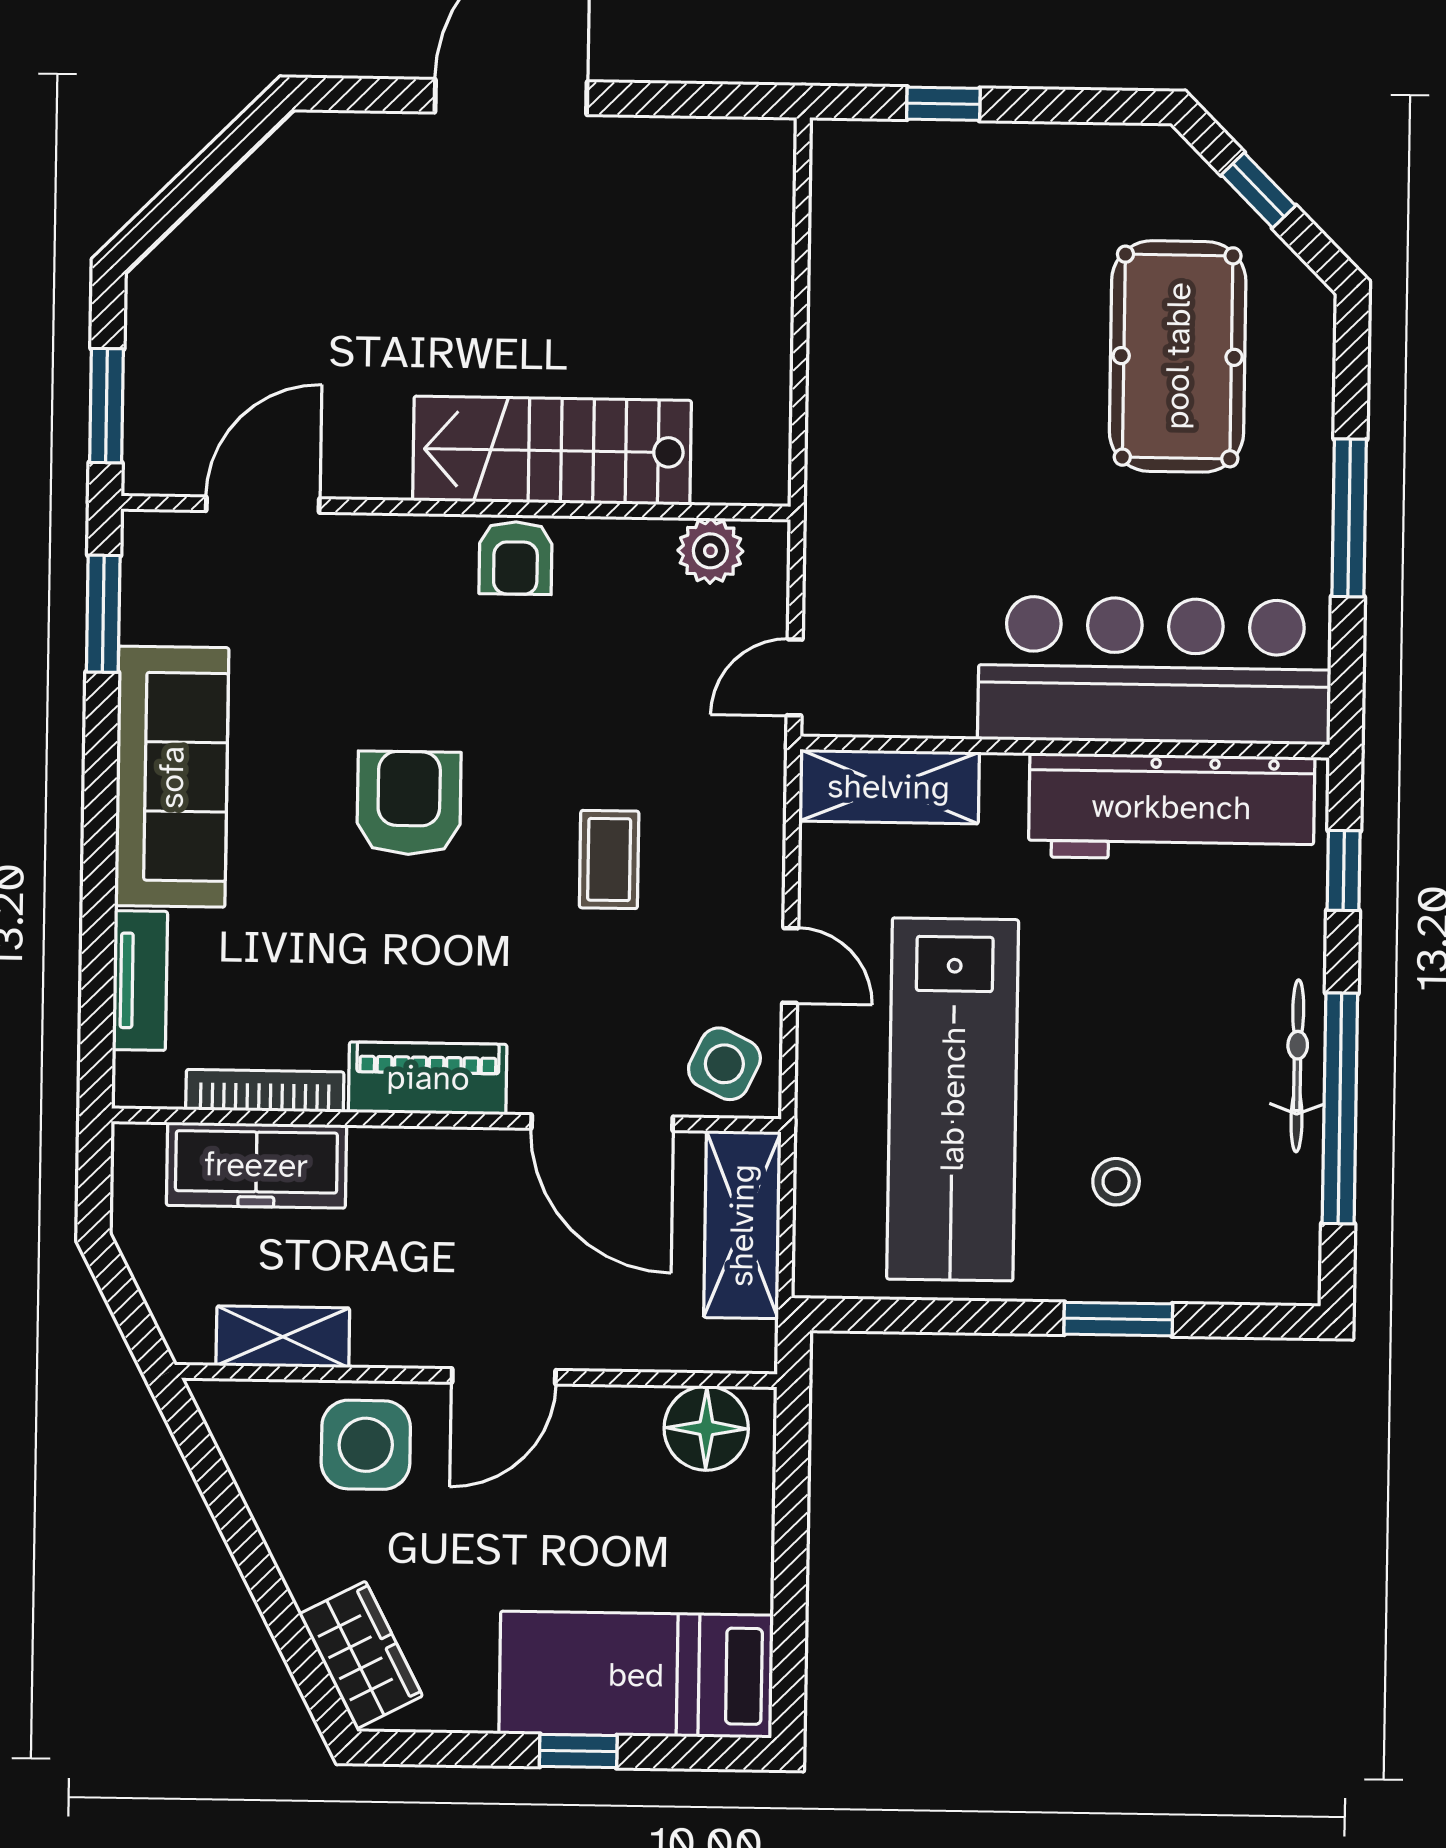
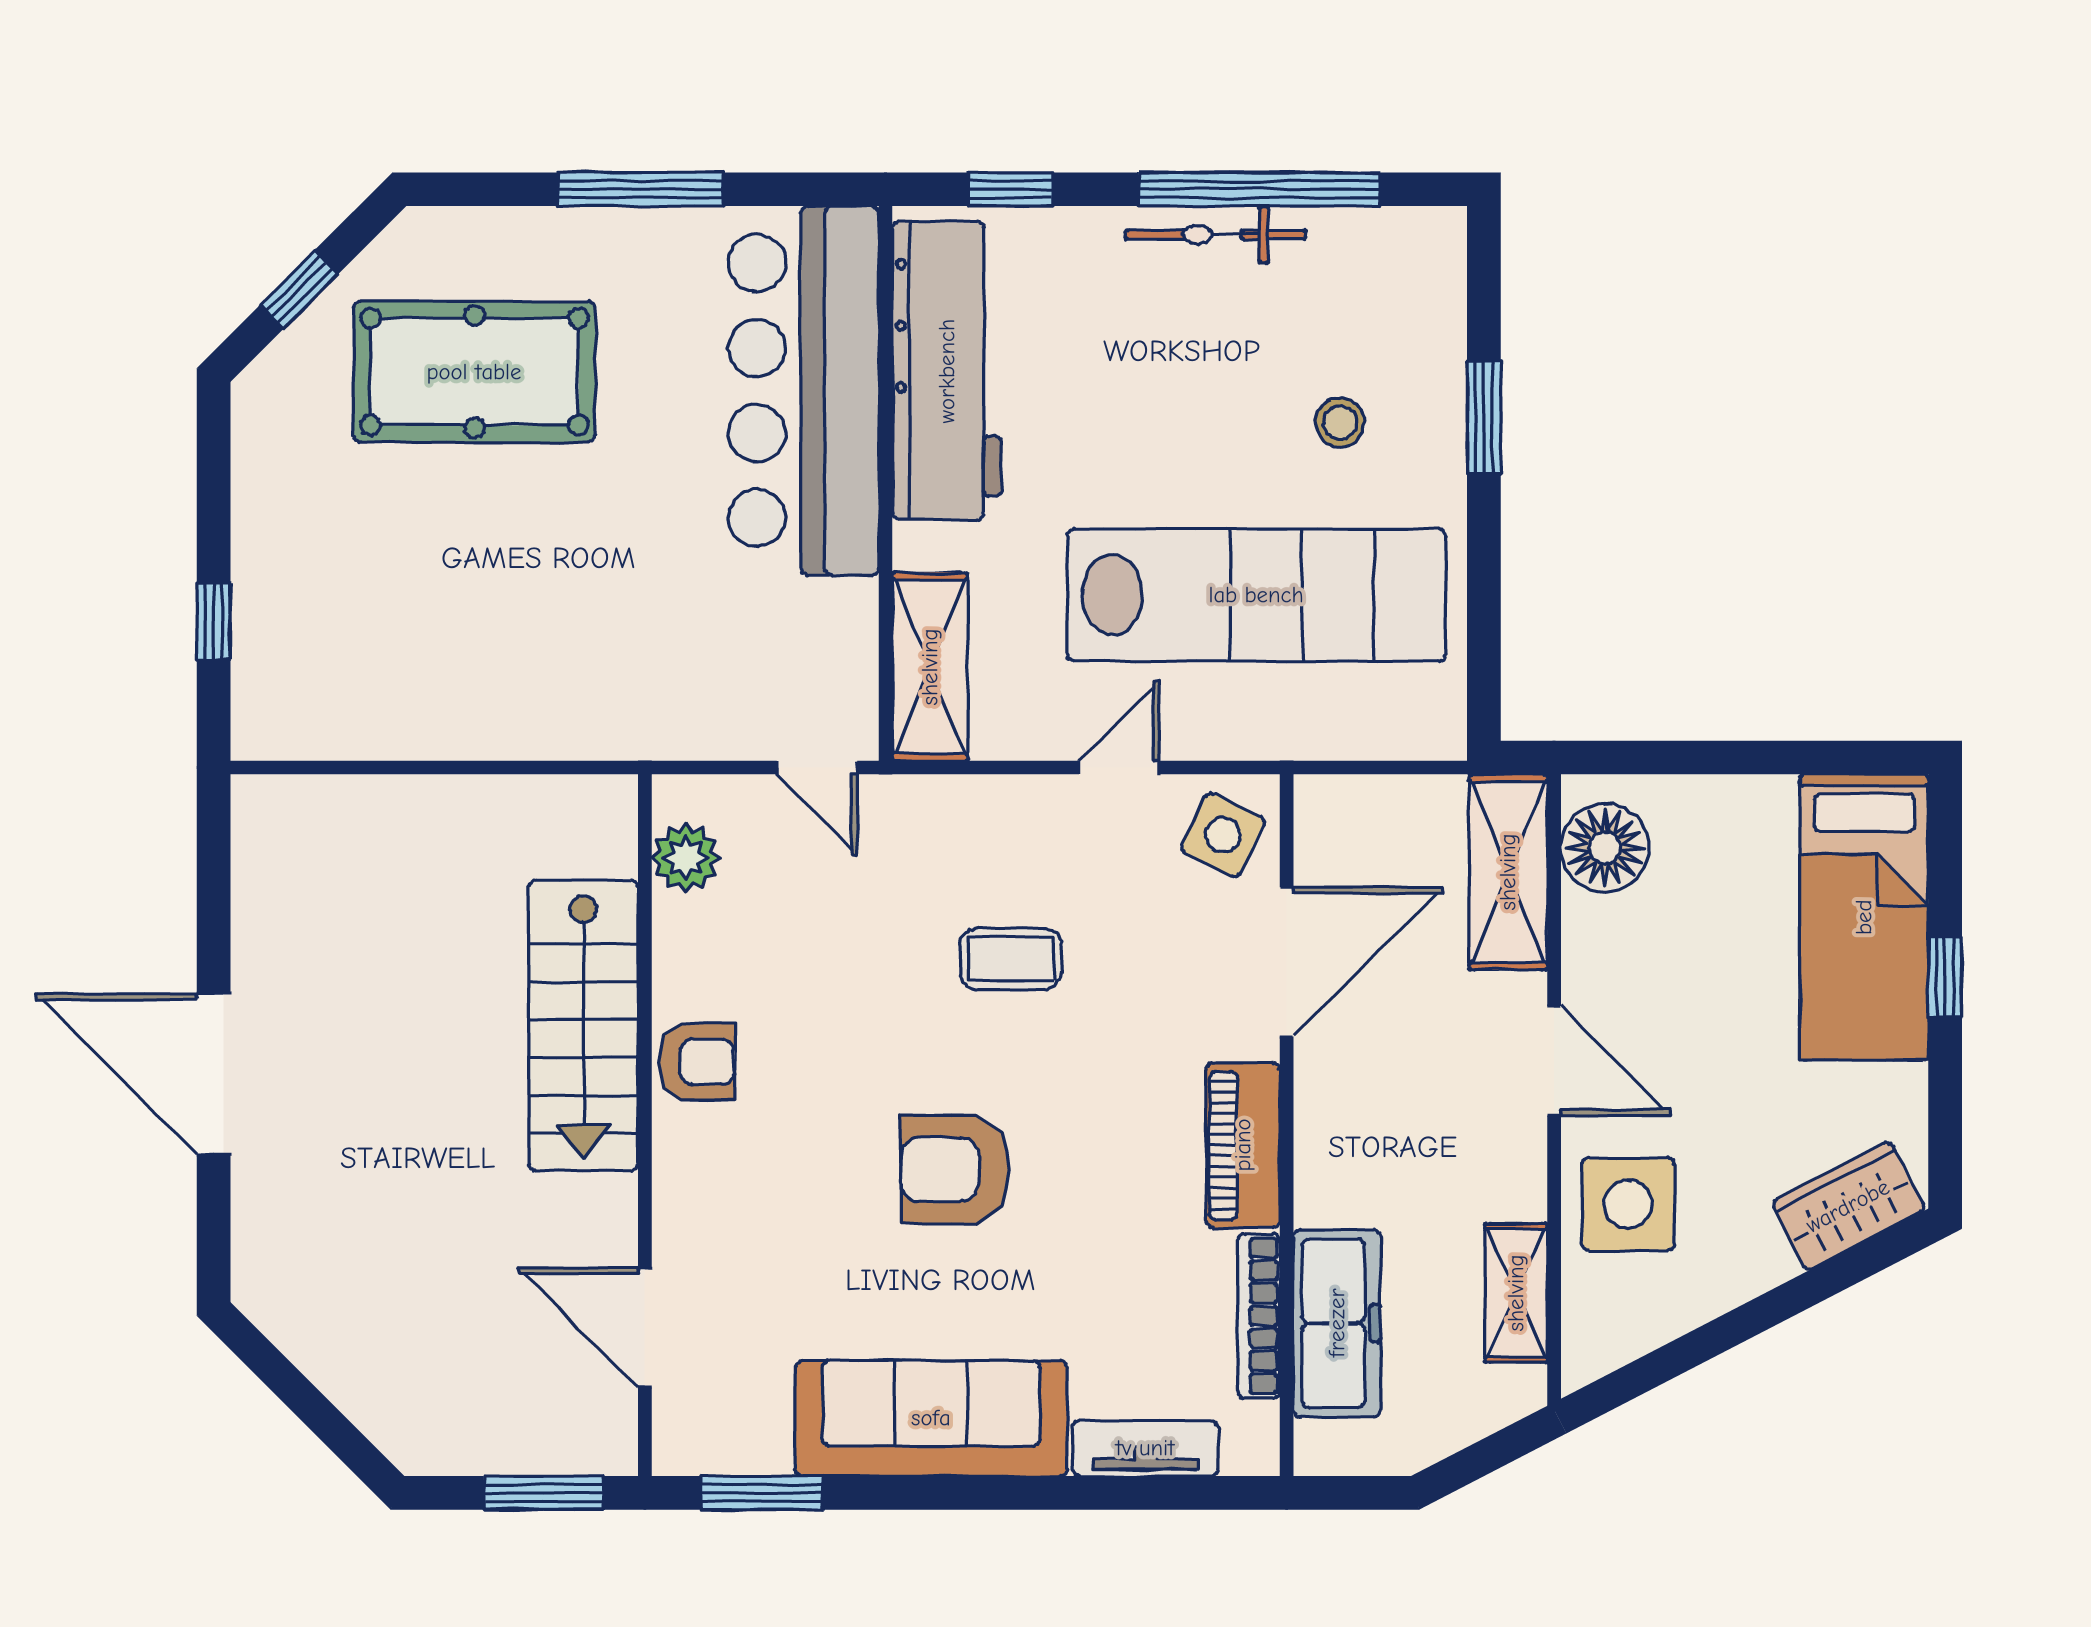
shelving: (742, 1225) -> (1508, 872), moved, turned 90

